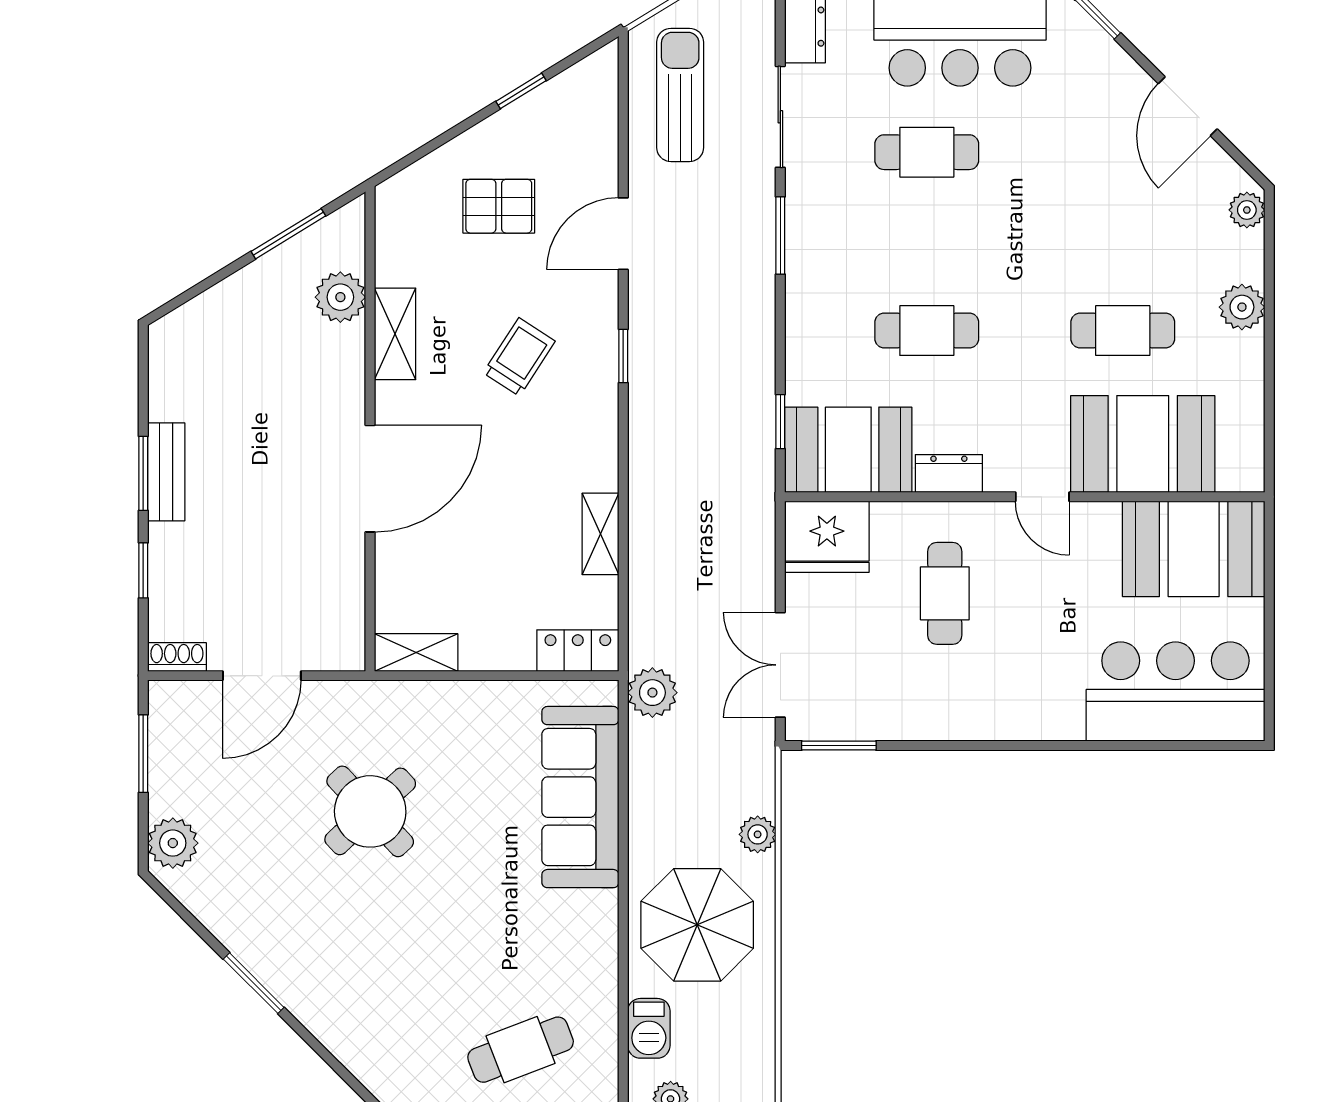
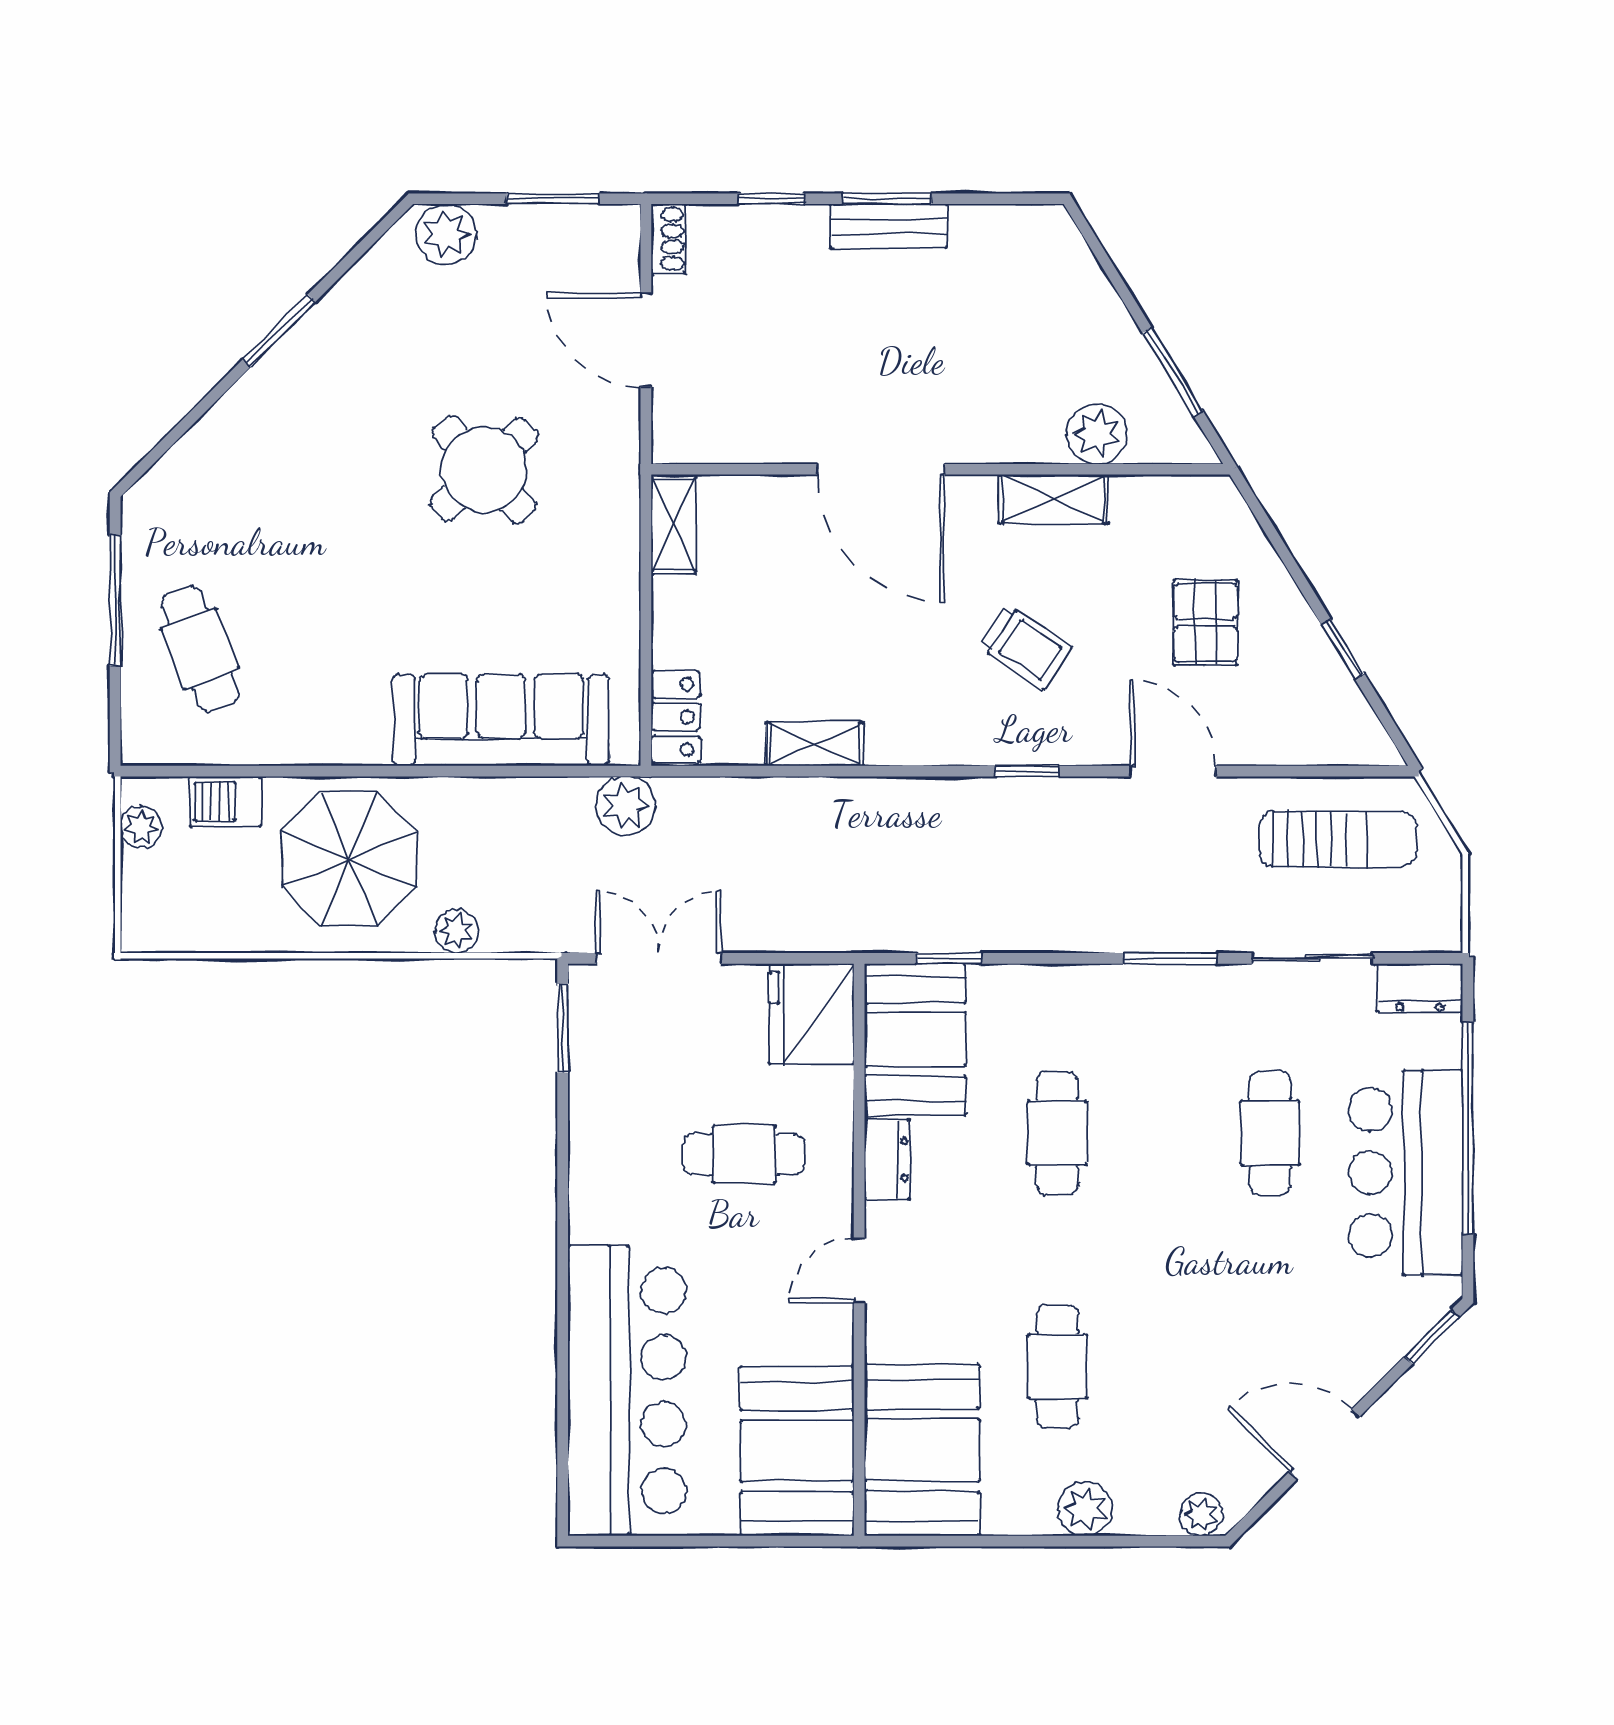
booth: (1143, 444) -> (922, 1450), moved
bar counter: (1175, 691) -> (627, 1391), width x1.36

